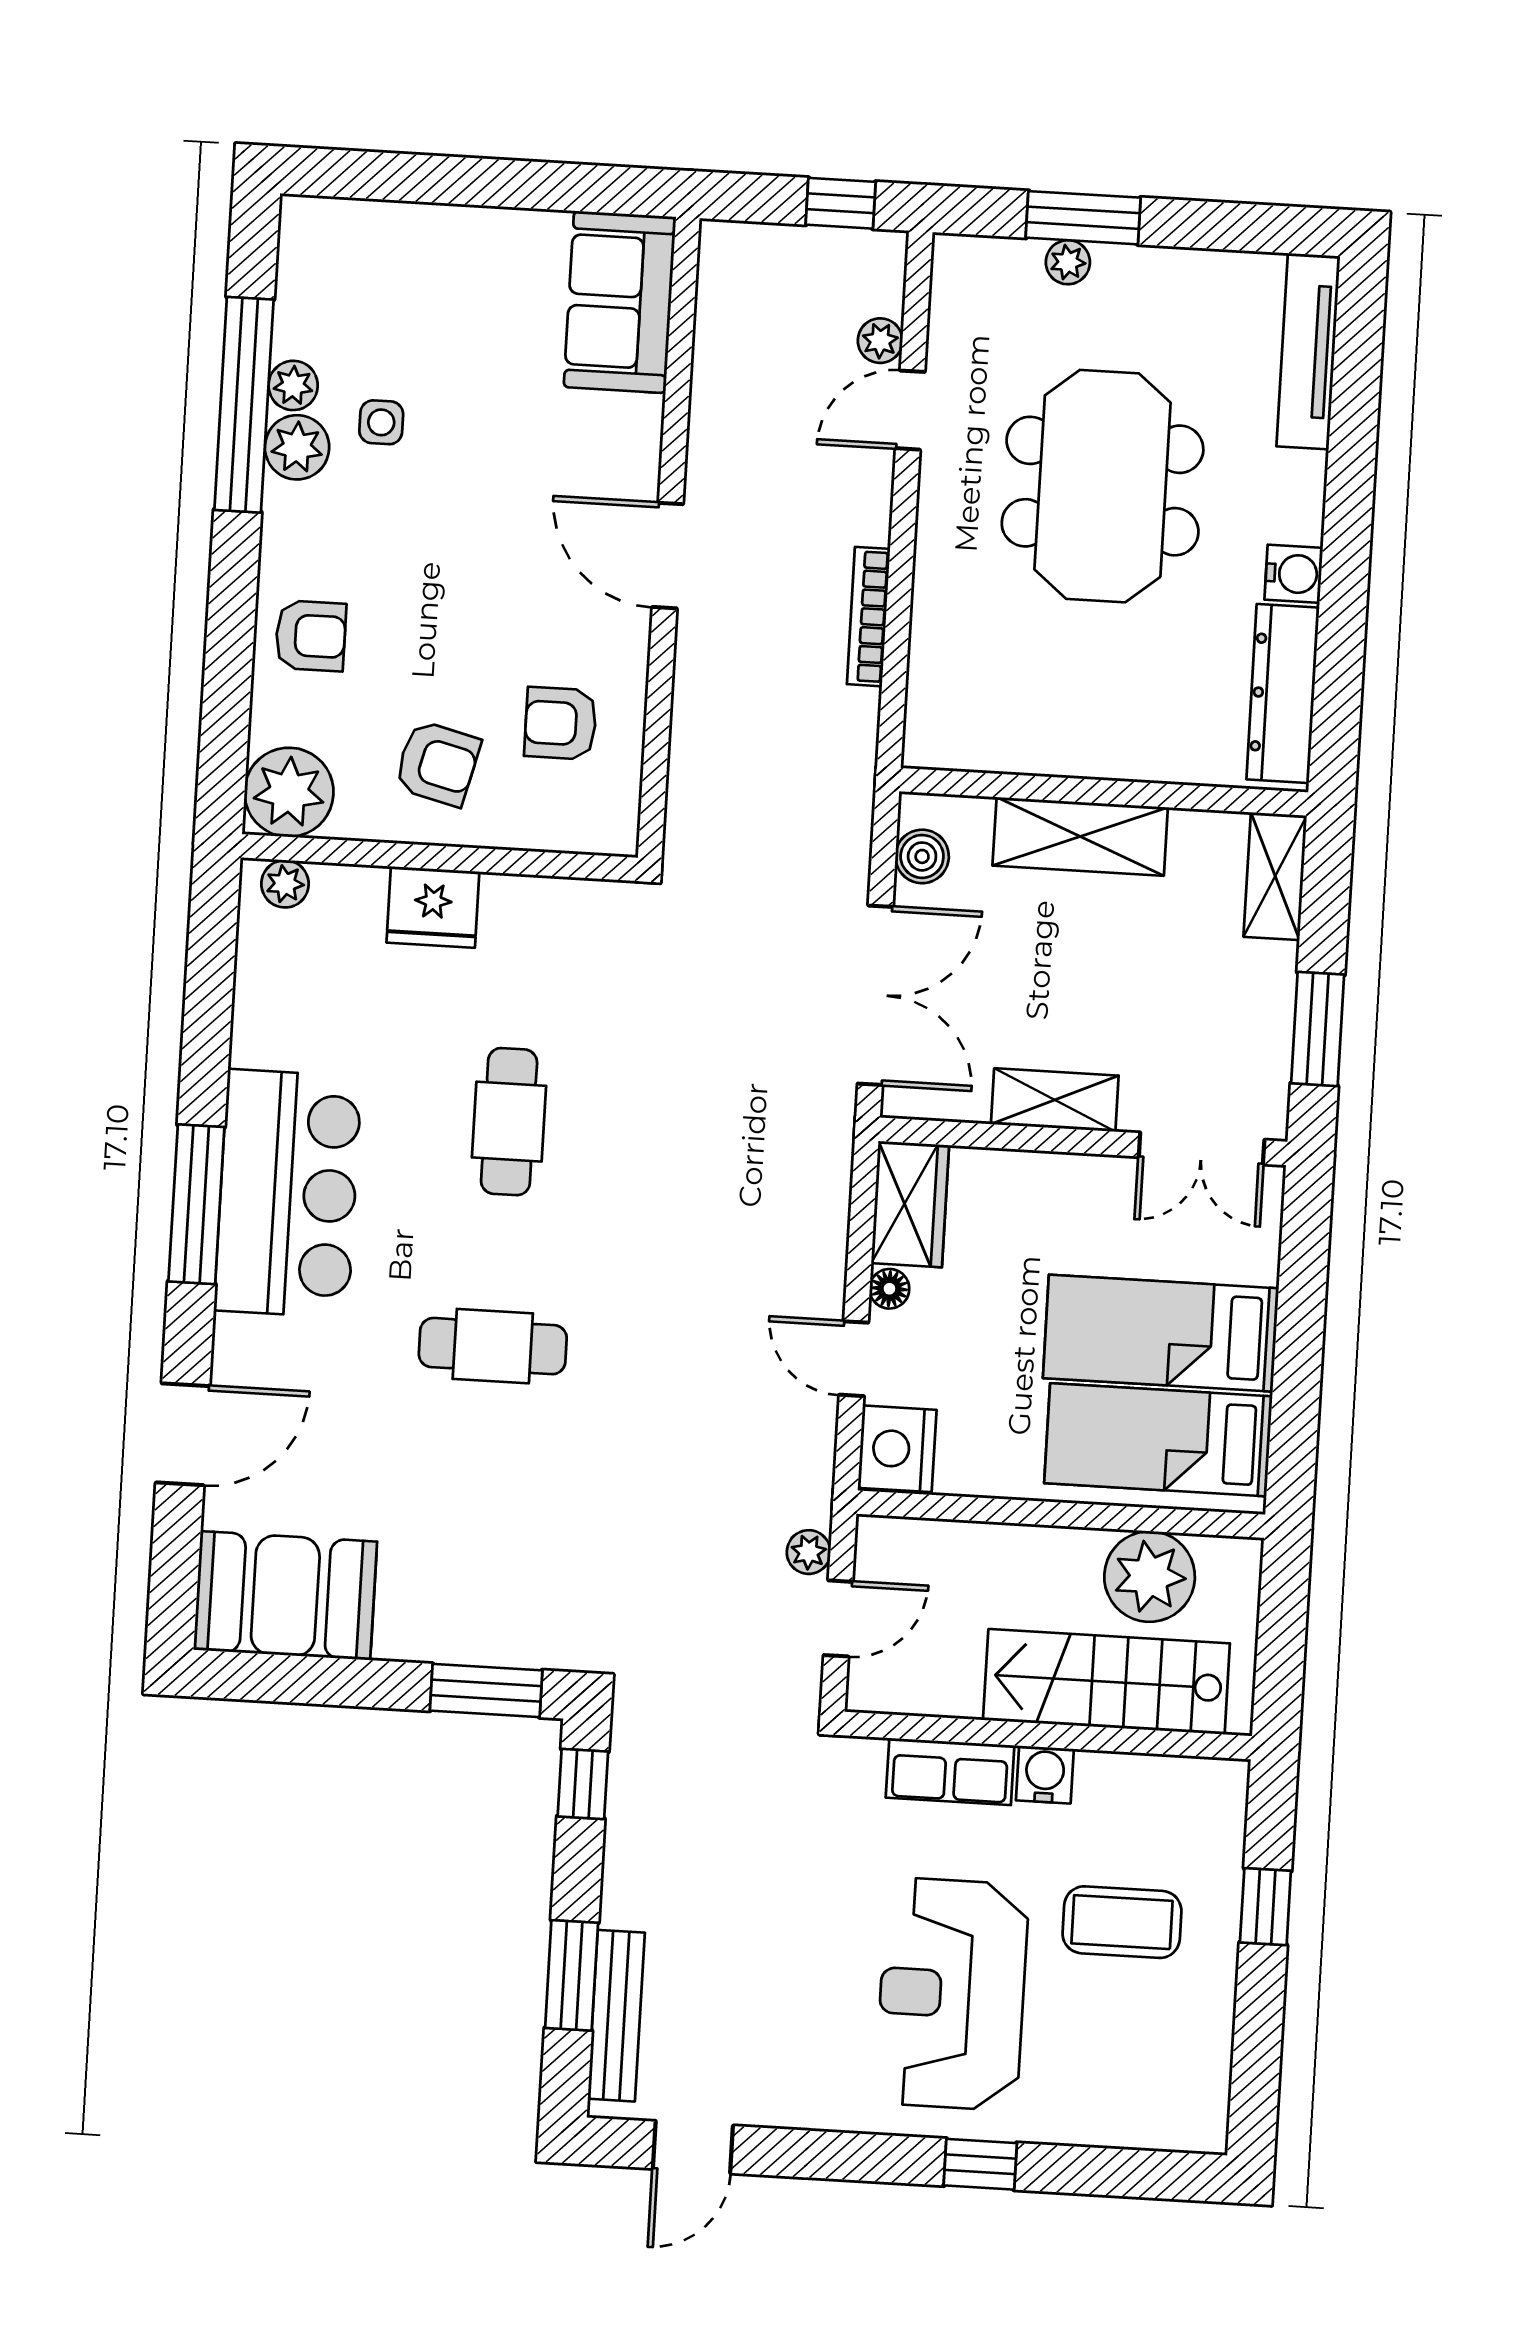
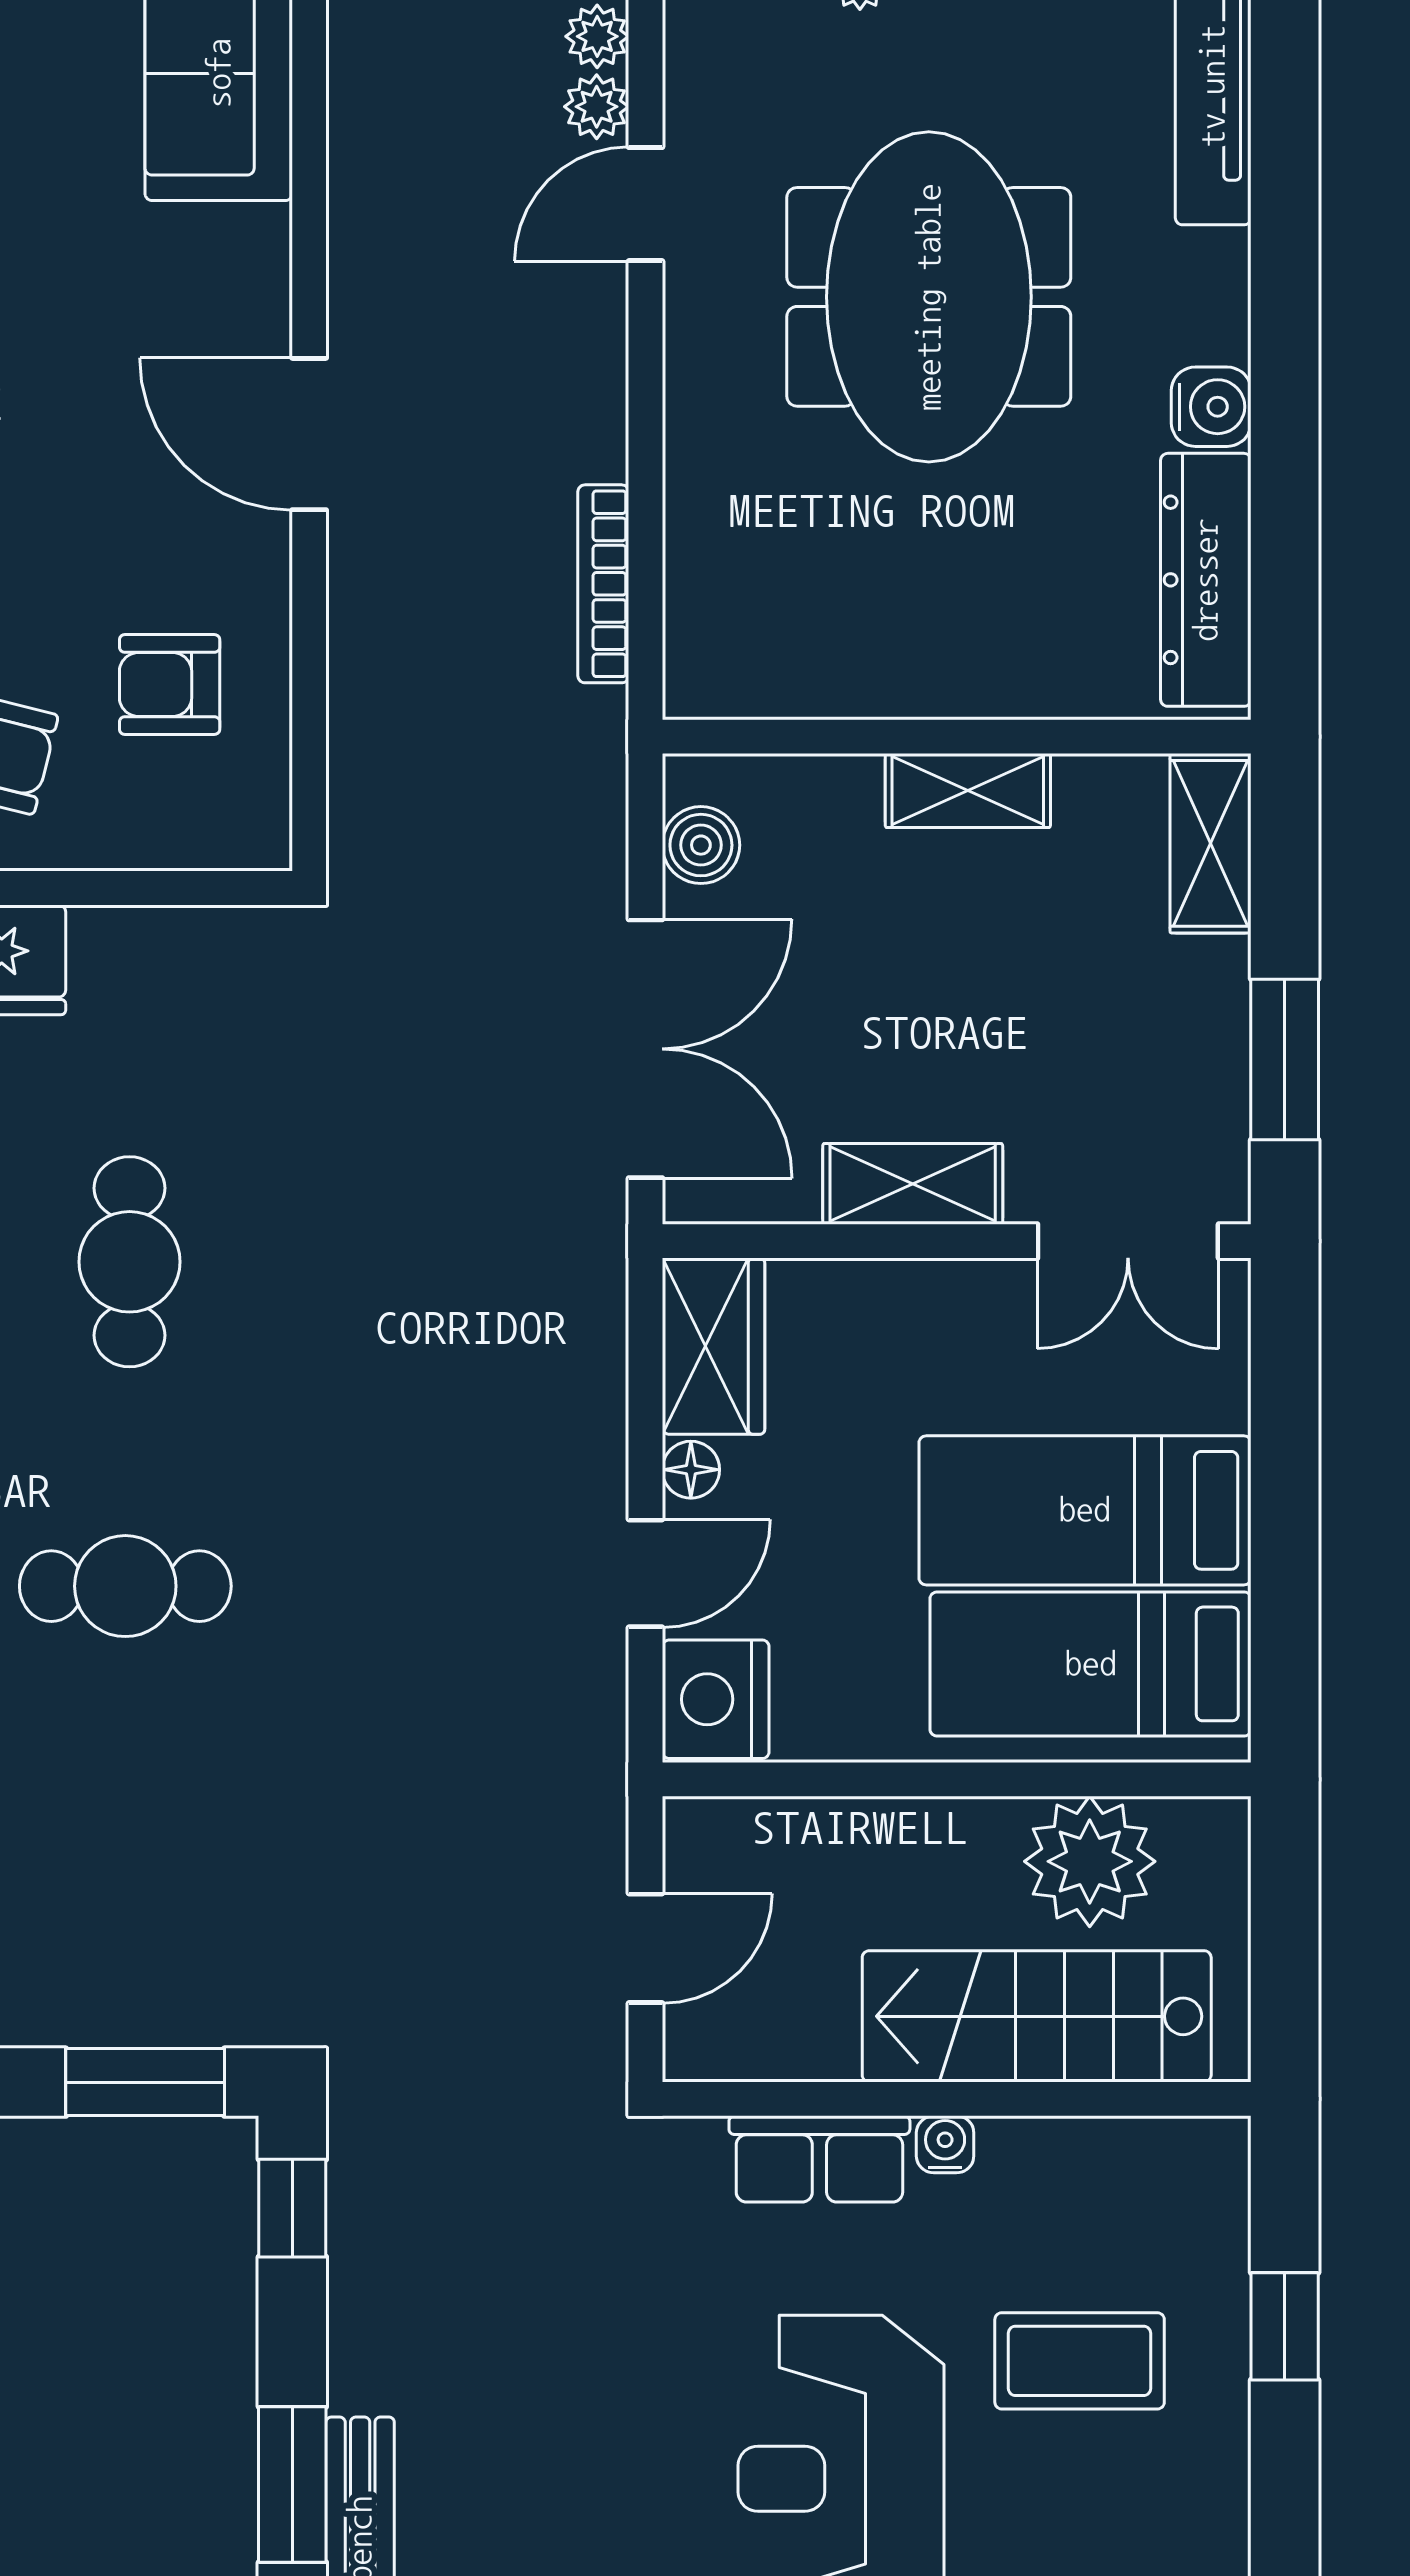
bookcase: (868, 617) -> (603, 584), moved
shelving: (1080, 836) -> (968, 791), width x0.67, depth x0.75
door: (854, 1359) -> (646, 1573), swing flipped
plant: (809, 1552) -> (597, 36), moved
water cooler: (1045, 1775) -> (945, 2144), width x0.72, depth x0.72

